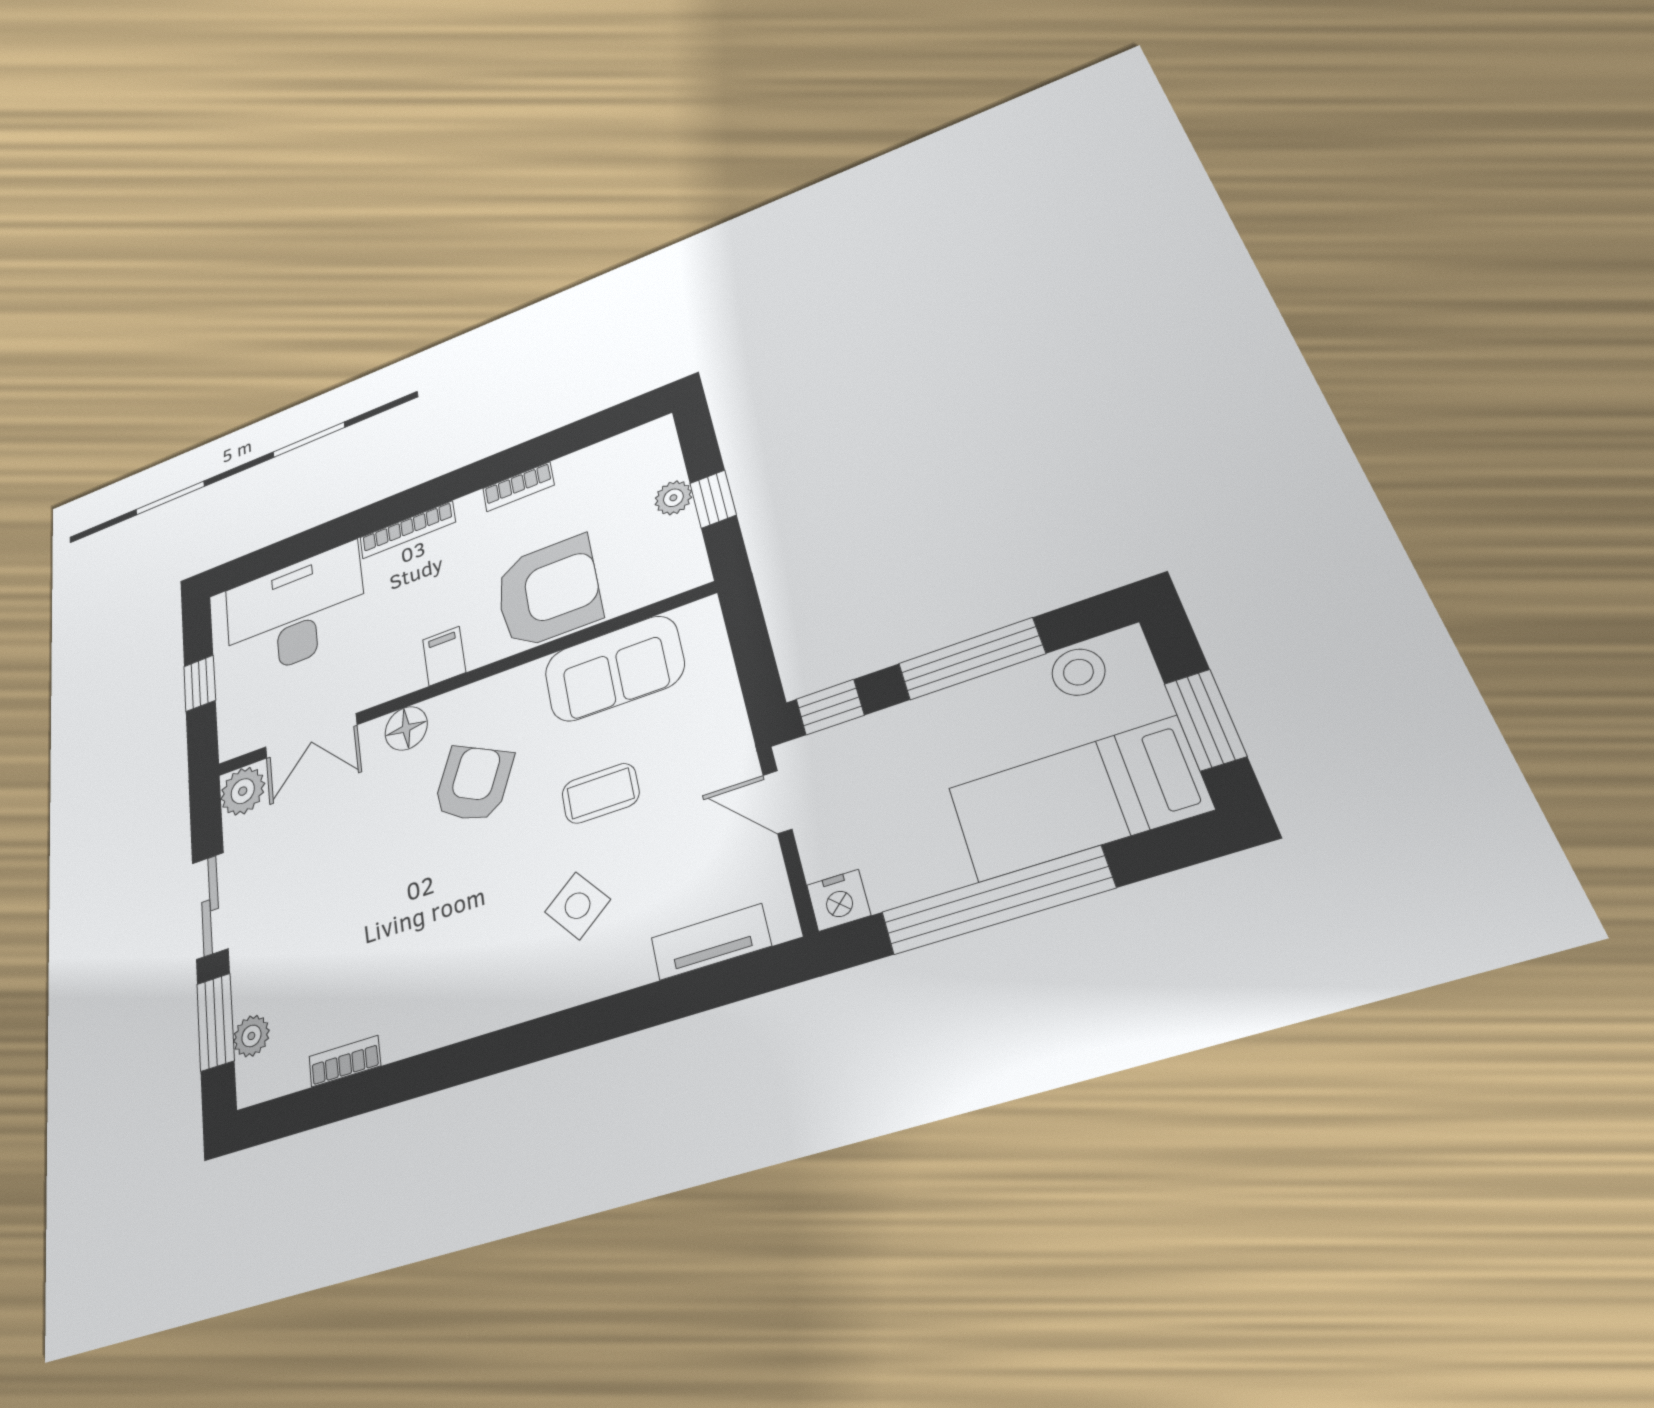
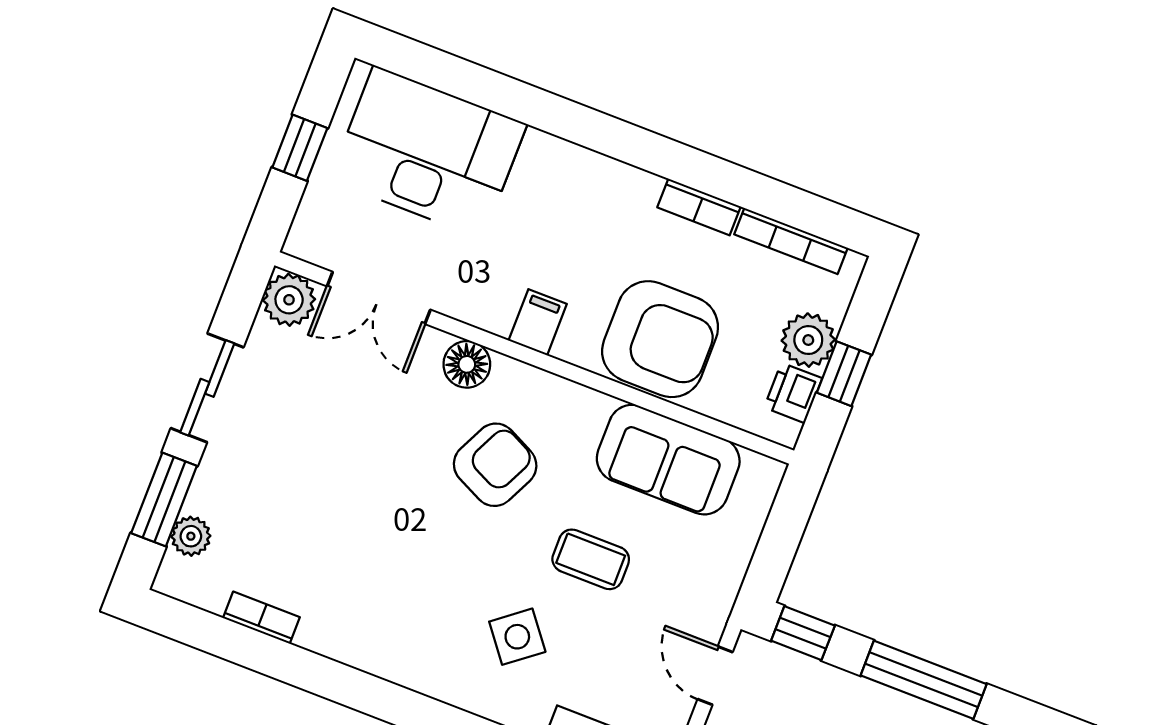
plant: (673, 498) -> (808, 340), width x1.38, depth x1.38
bookcase: (407, 530) -> (791, 241), moved
printer: (682, 543) -> (793, 393), added

